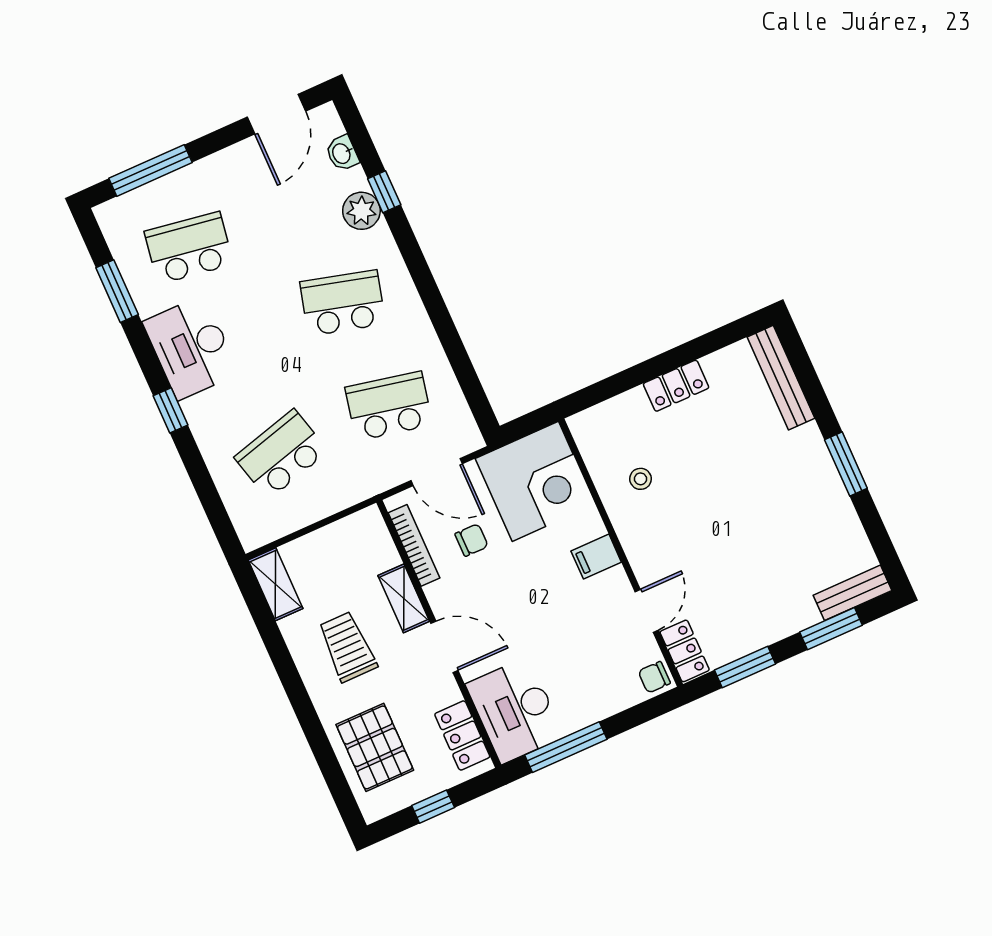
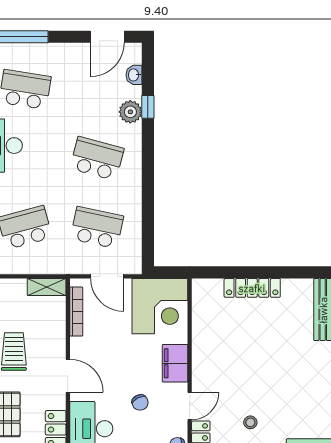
locker: (676, 386) -> (252, 288), width x1.53
stool: (640, 479) -> (250, 422), moved
chair: (472, 540) -> (140, 402), moved, turned 63
filing cabinet: (596, 557) -> (175, 363), width x2.00
shelving: (404, 598) -> (47, 287), moved, turned 90

